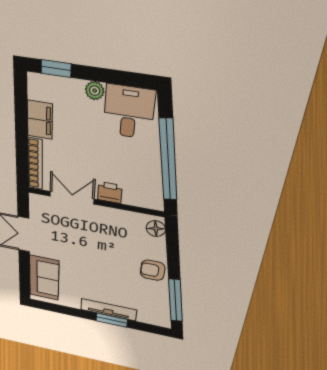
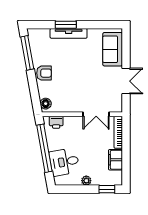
desk: (129, 112) -> (64, 162), moved, turned 80
printer: (110, 193) -> (56, 122), moved

